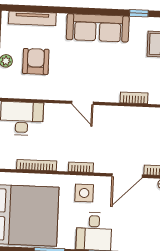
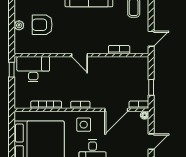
armchair: (36, 61) -> (42, 25), turned -90

